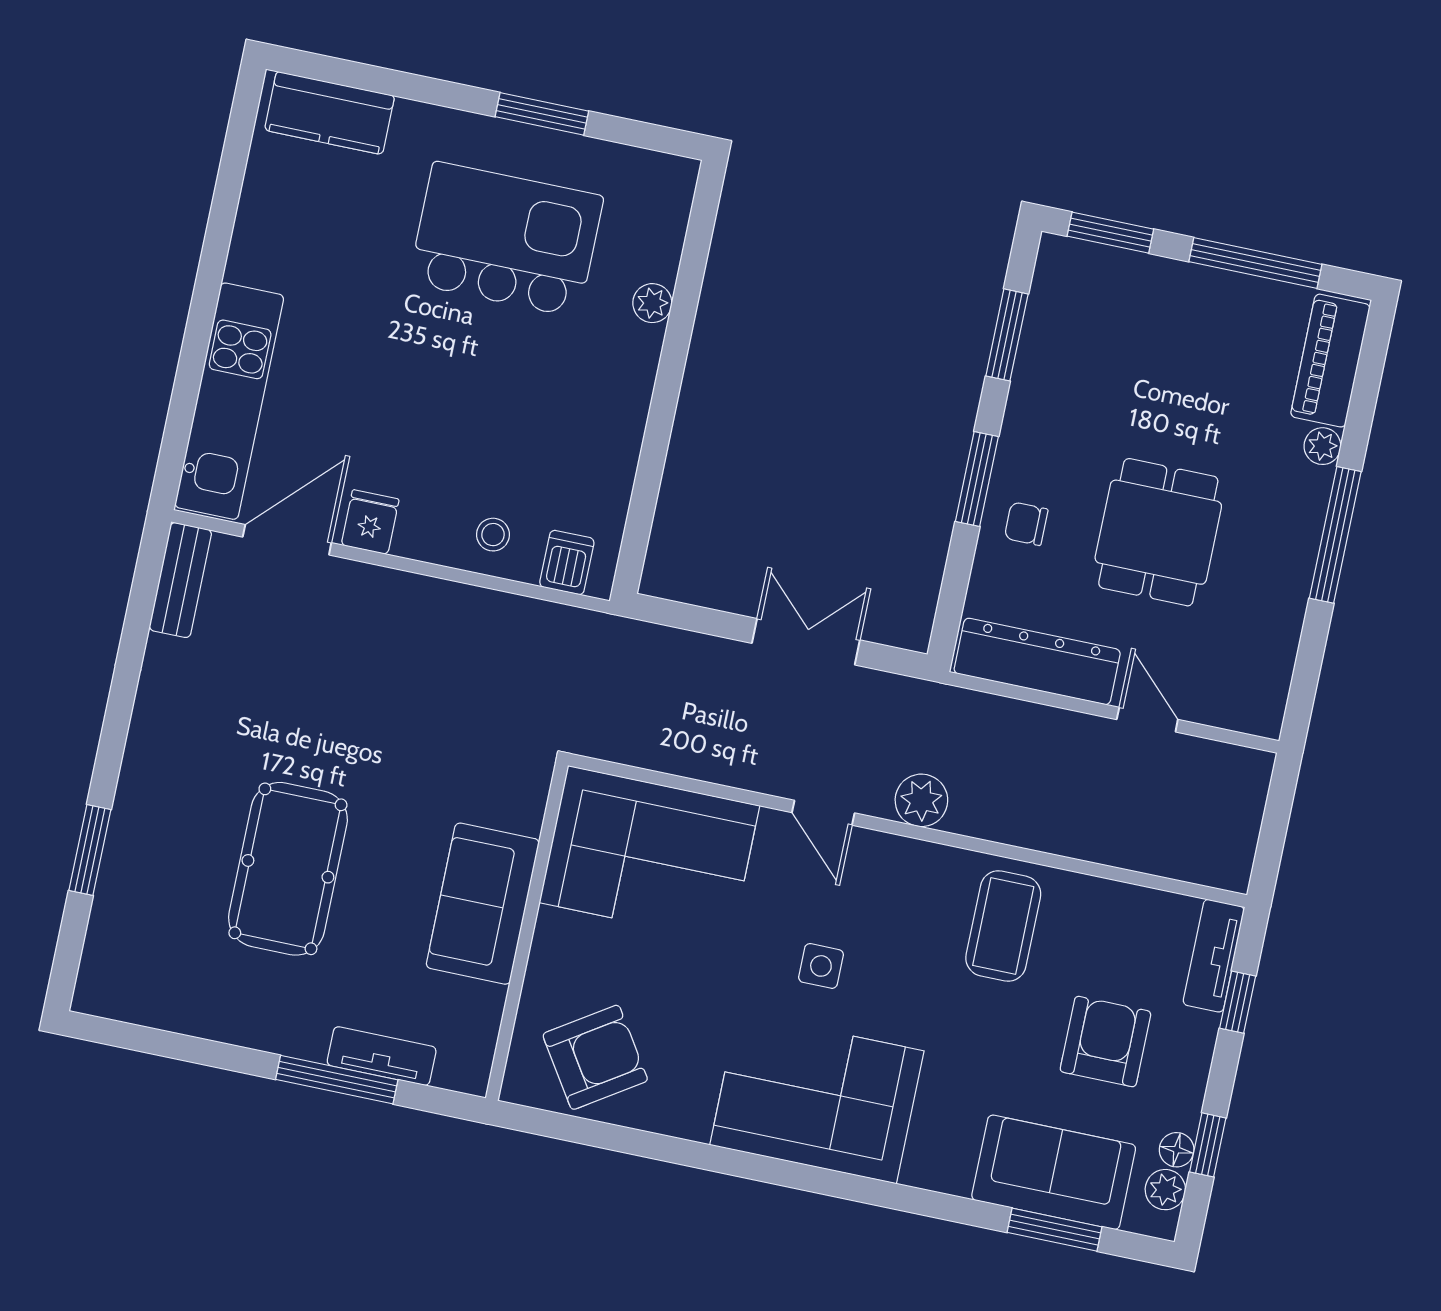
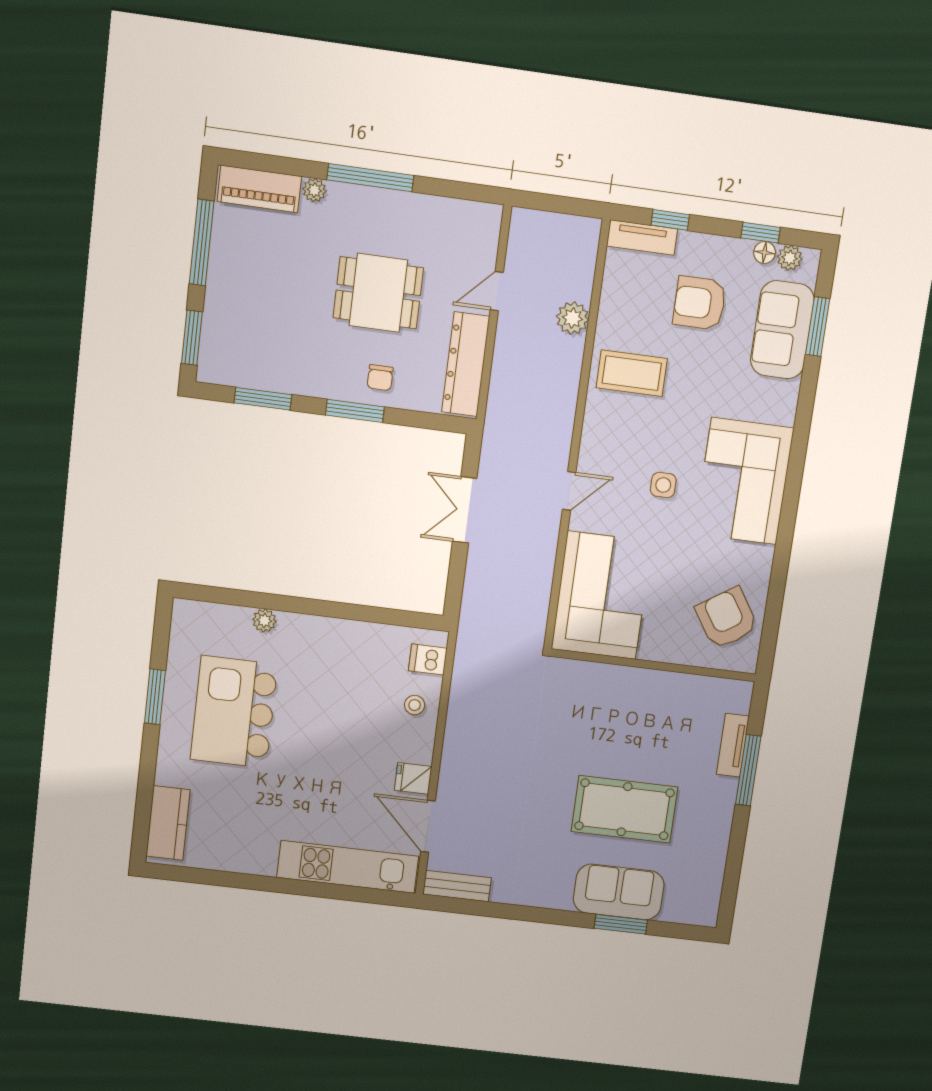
plant: (921, 800) -> (573, 318), moved
sofa: (483, 904) -> (619, 892), moved, turned 180

